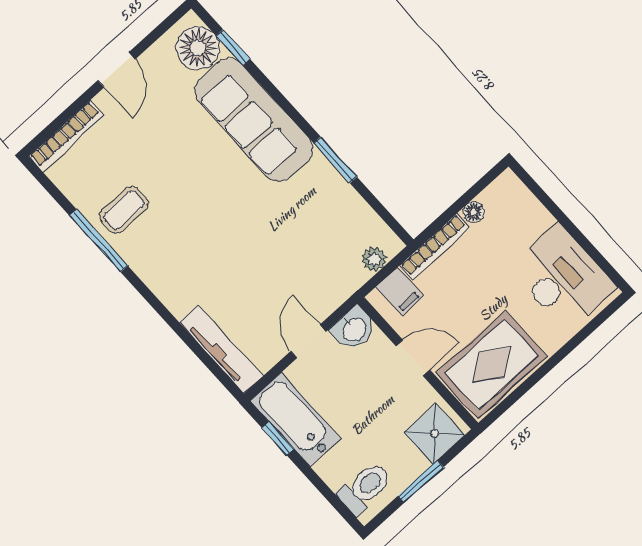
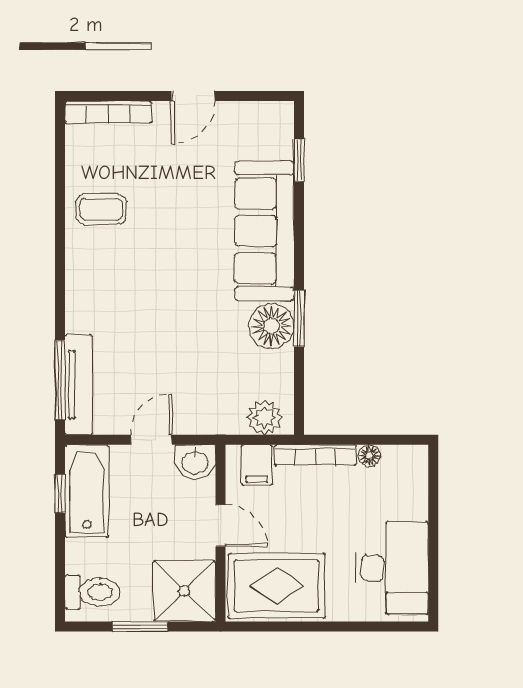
floor lamp: (198, 48) -> (272, 326), moved
window: (98, 241) -> (60, 380), moved
plant: (374, 259) -> (264, 417), width x1.38, depth x1.38
shower: (434, 434) -> (184, 591), width x1.36, depth x1.36

